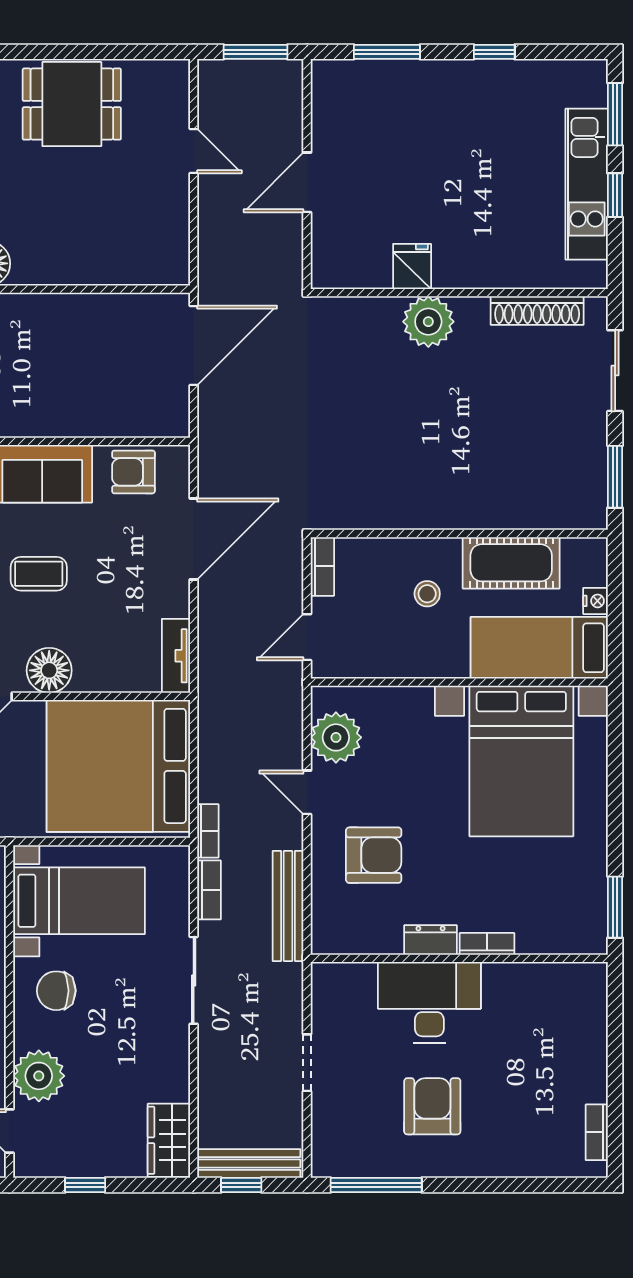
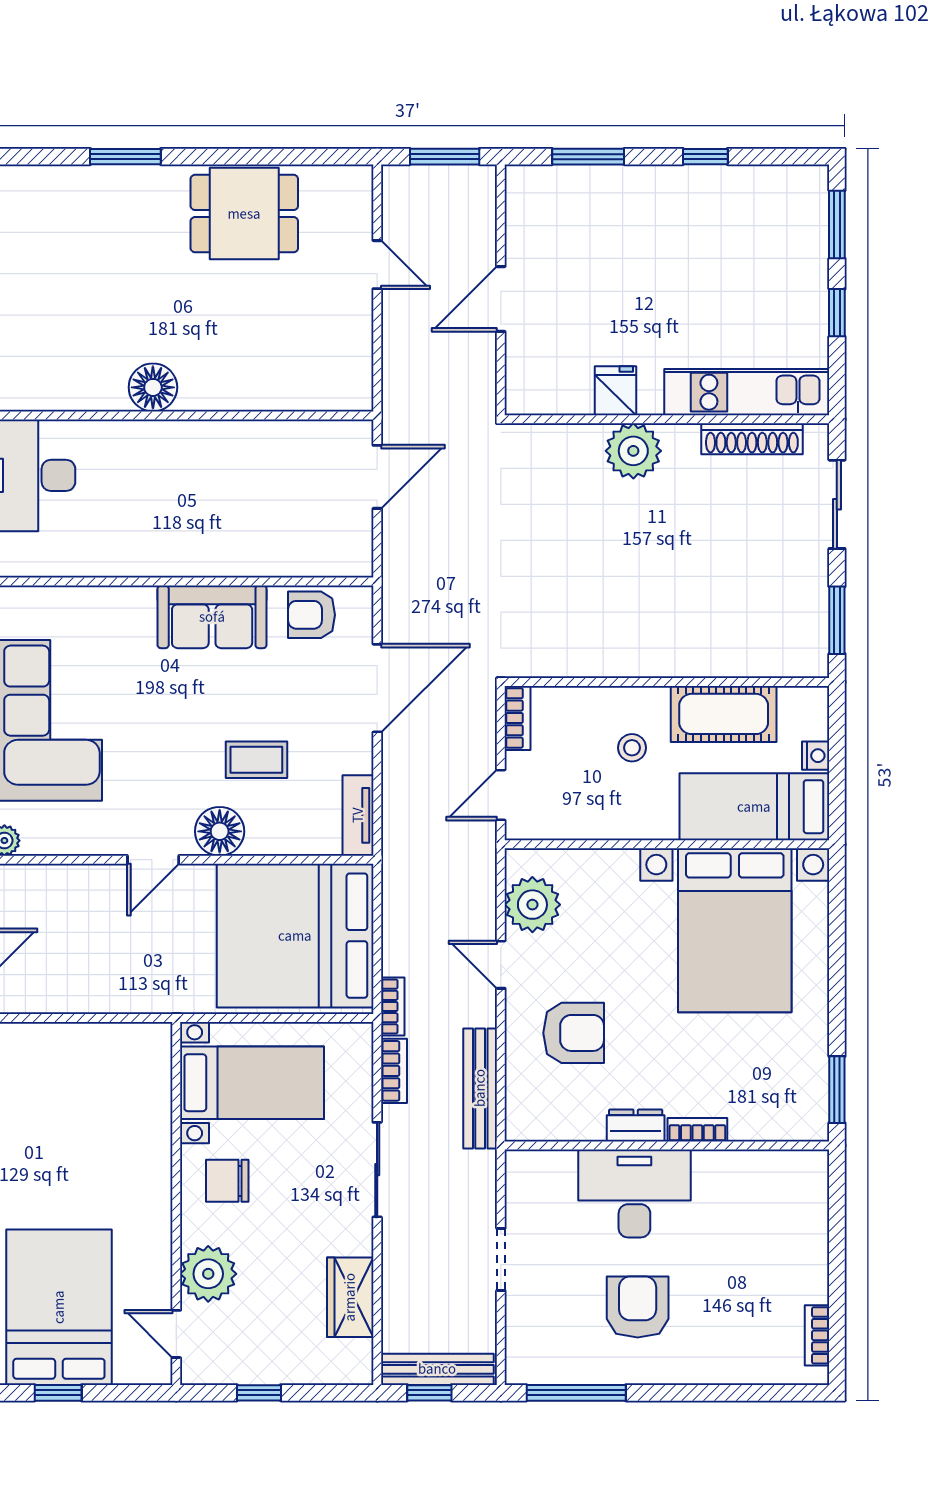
kitchen unit: (587, 184) -> (747, 392), moved, turned 90
door: (194, 345) -> (377, 477), width x0.73
coffee table: (39, 574) -> (256, 760), moved
wardrobe: (169, 1140) -> (350, 1297), moved

